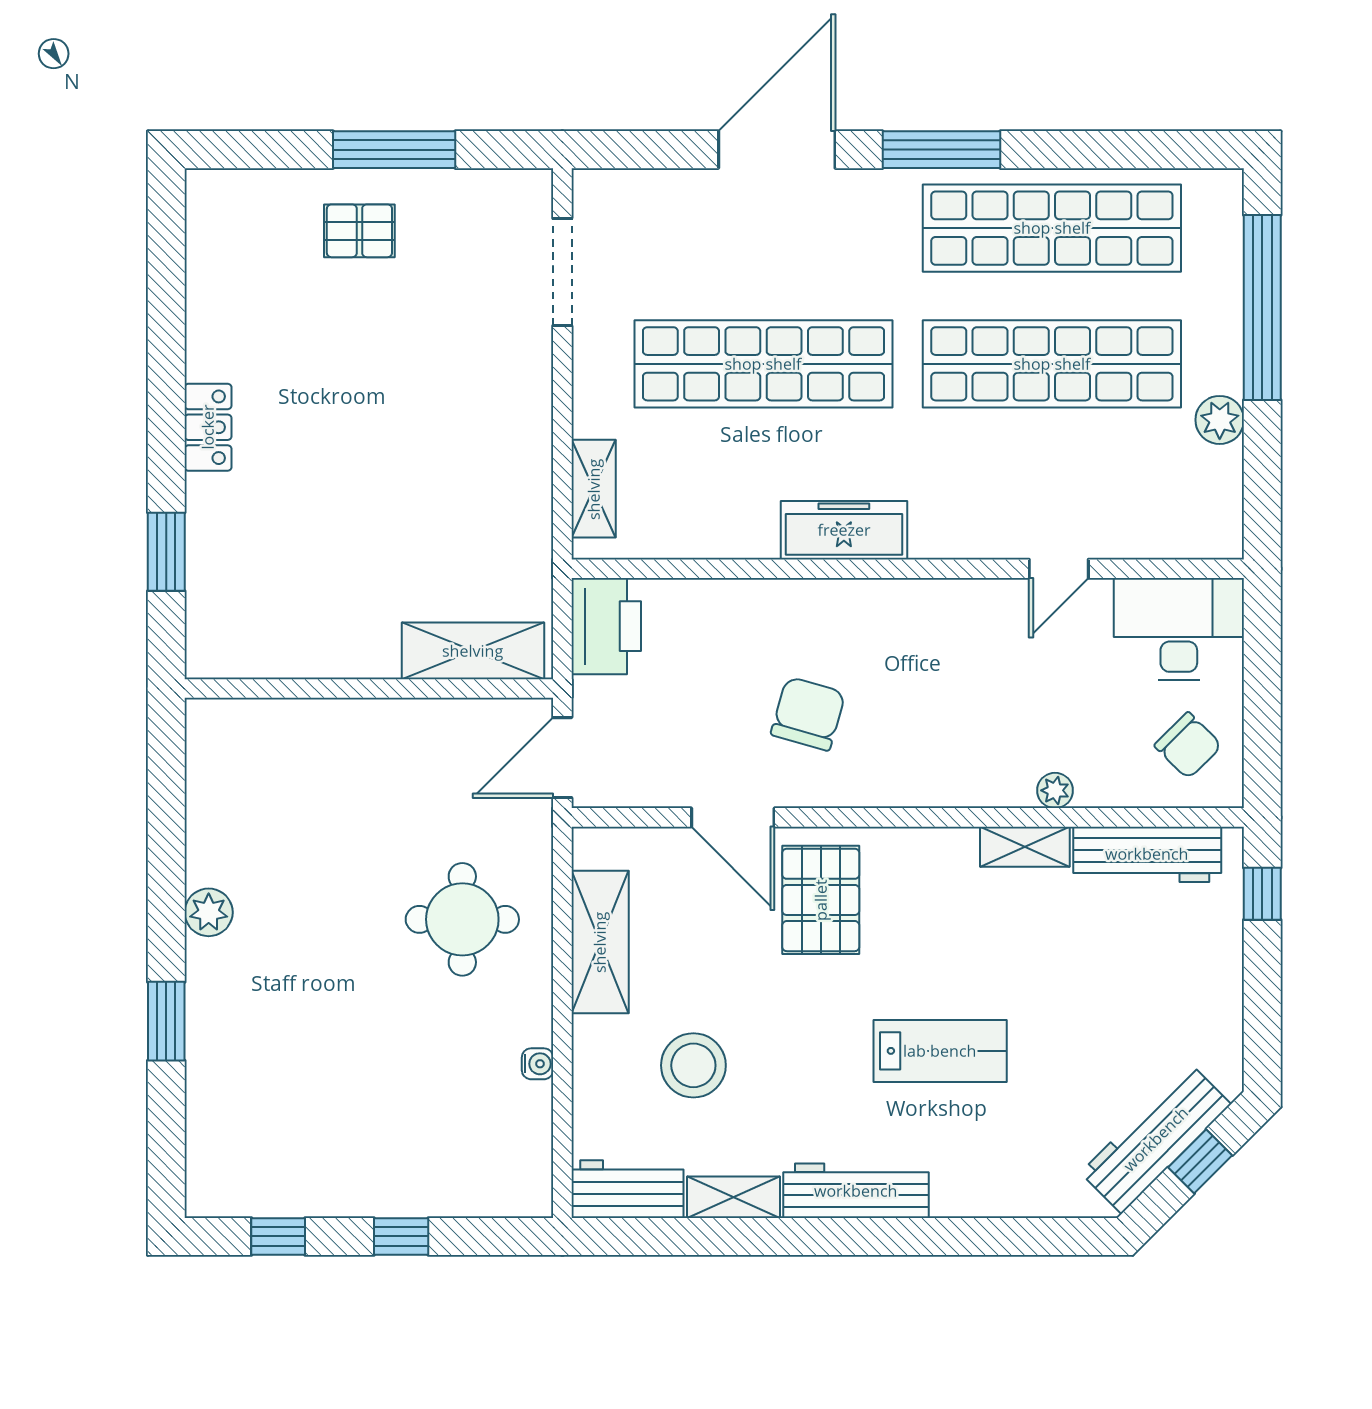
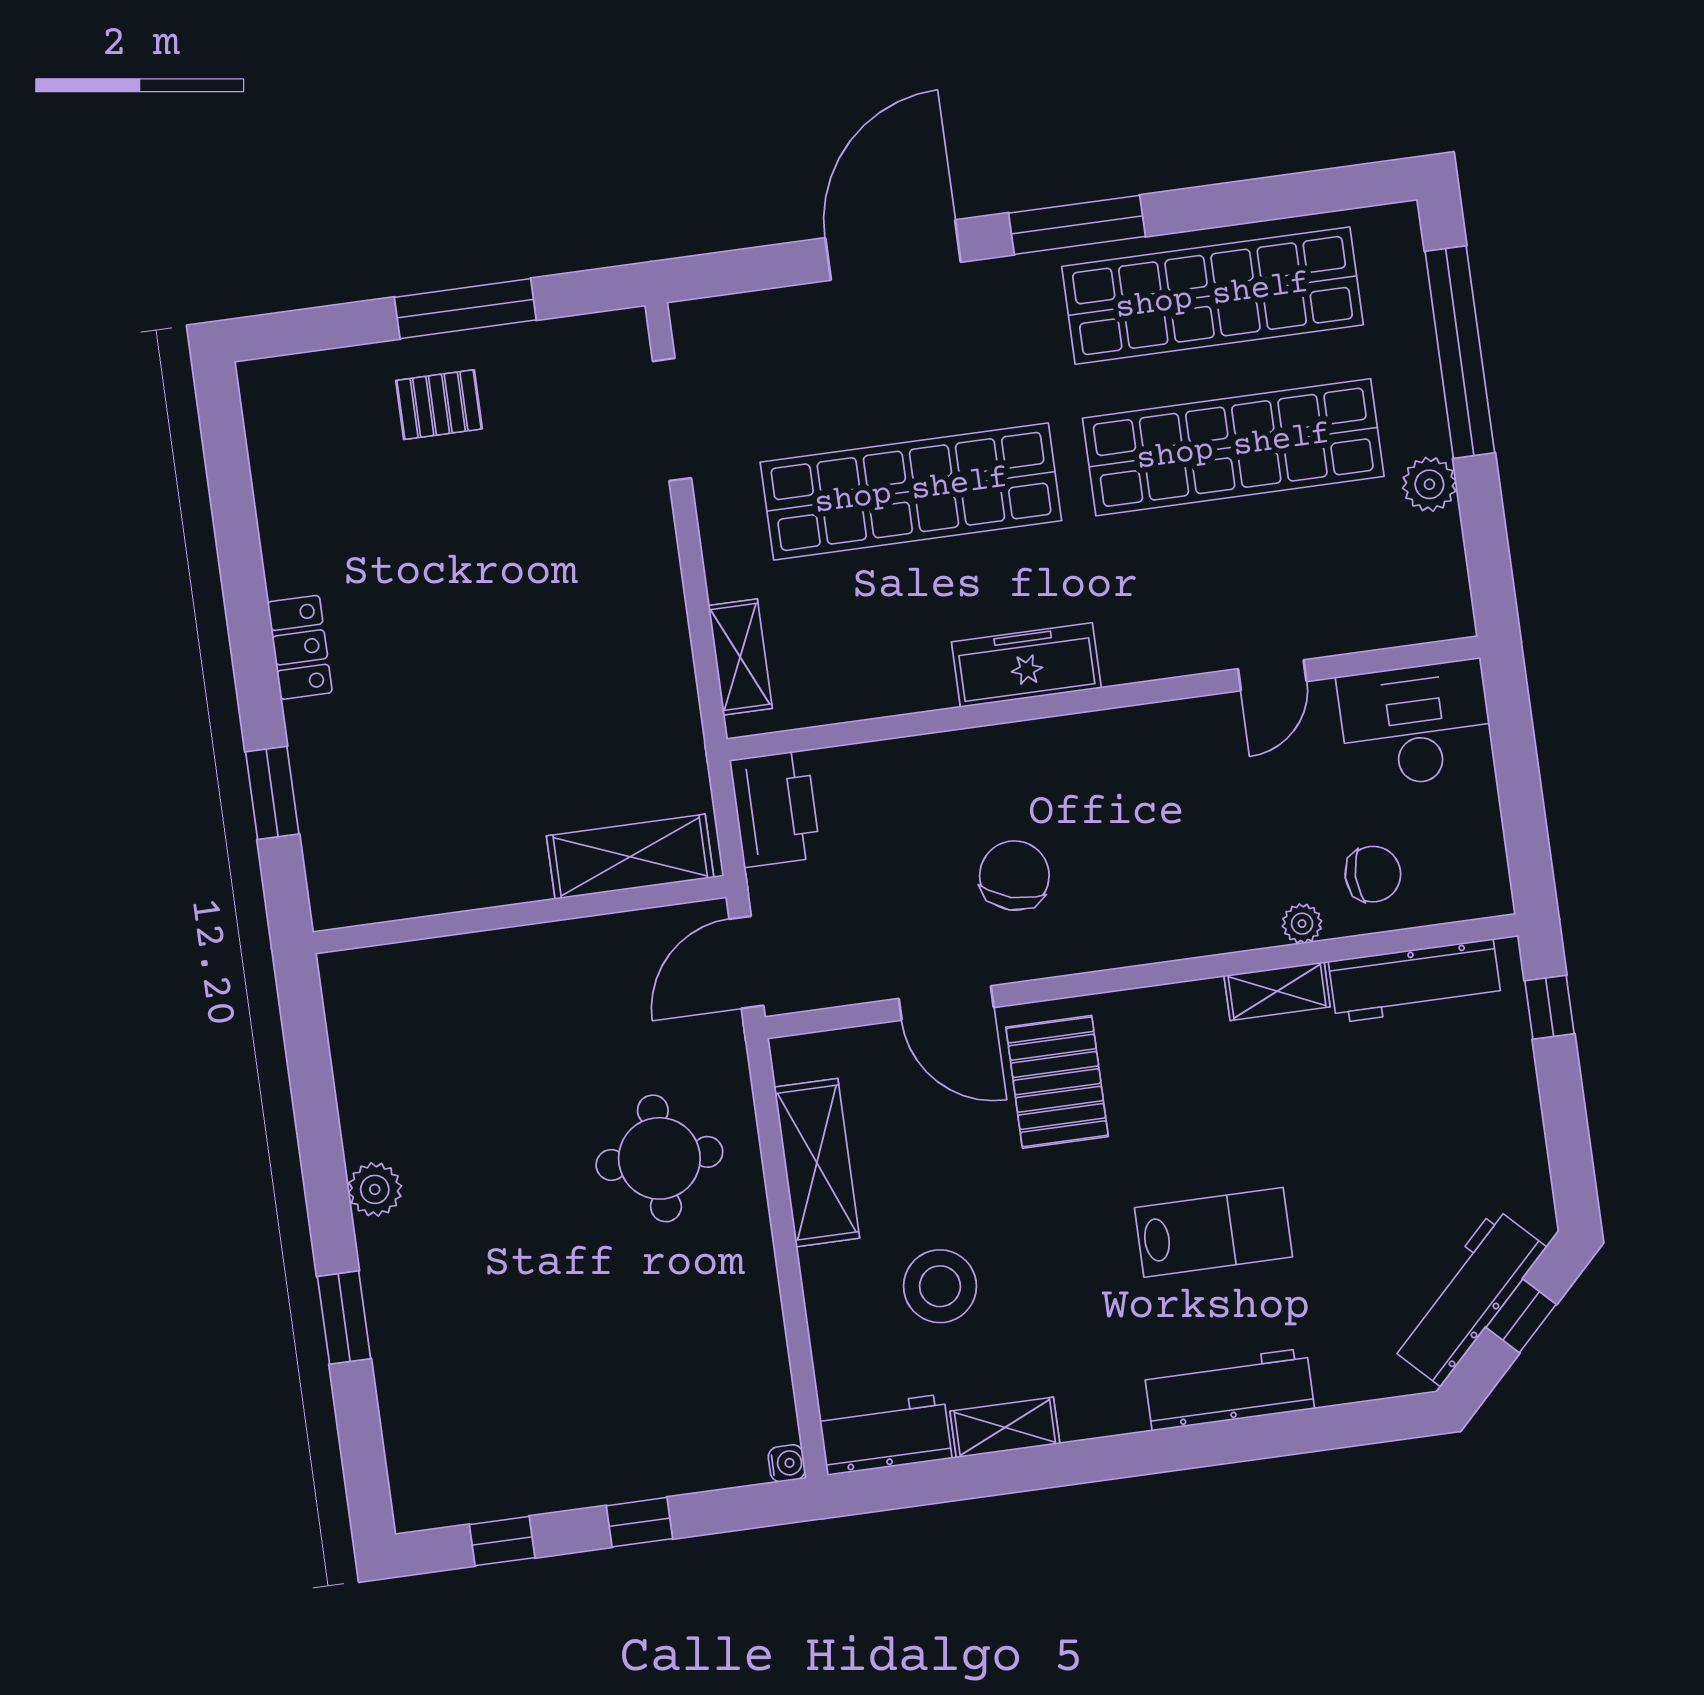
chair: (1188, 746) -> (1373, 874), moved, turned -45
water cooler: (538, 1064) -> (787, 1463), moved
workbench: (856, 1191) -> (1229, 1389), moved

